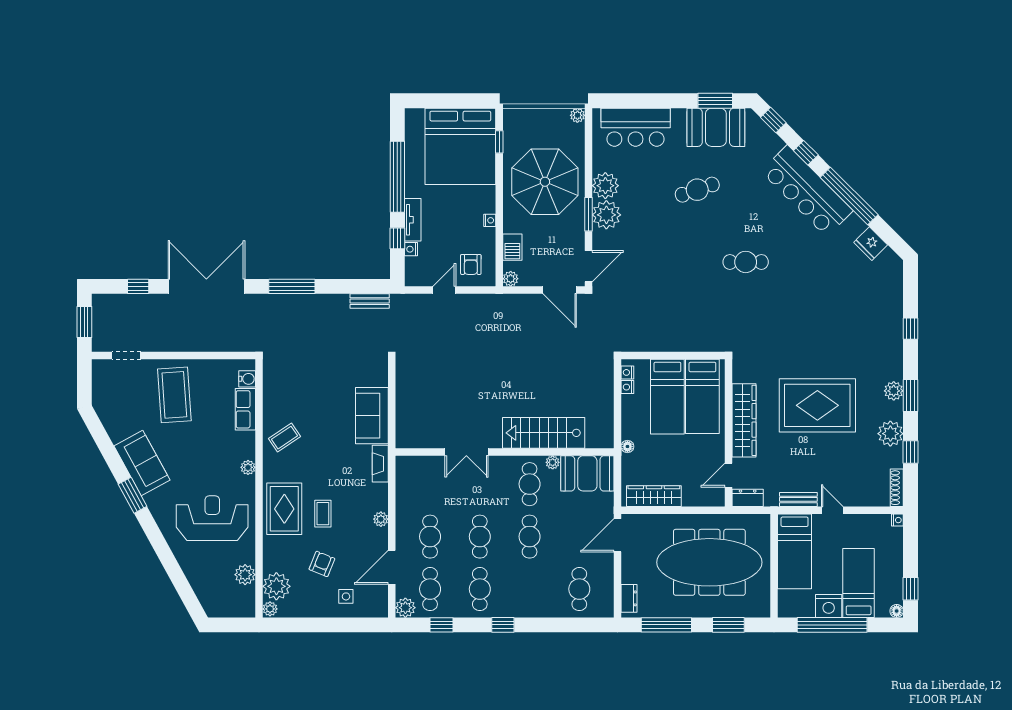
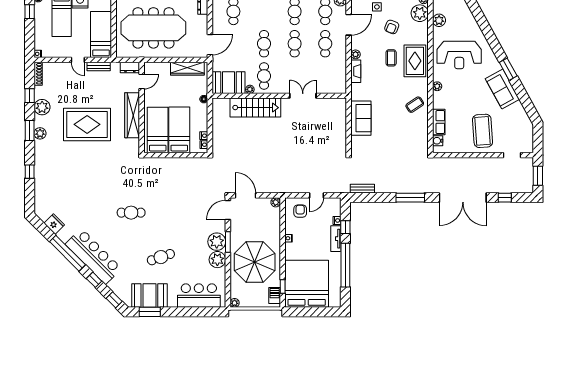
barbecue: (512, 247) -> (275, 296), moved
fireplace: (380, 464) -> (356, 71), moved

